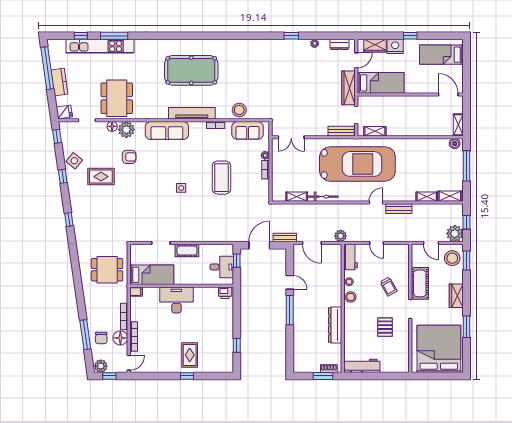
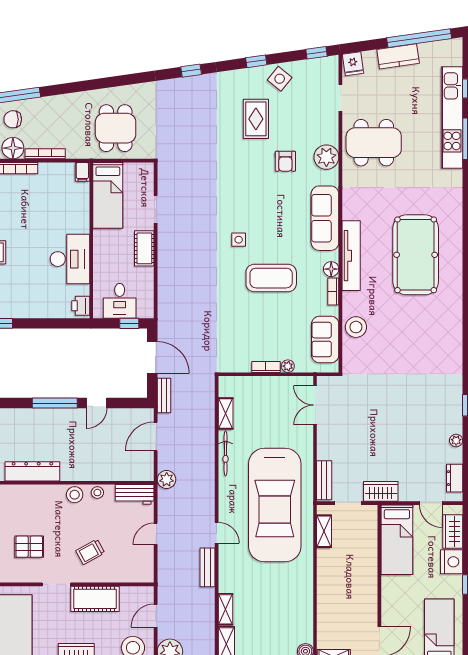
wardrobe: (348, 88) -> (381, 491), width x0.67
floor lamp: (112, 126) -> (331, 269), moved
coffee table: (222, 178) -> (271, 278), moved
desk: (176, 300) -> (70, 259), moved

